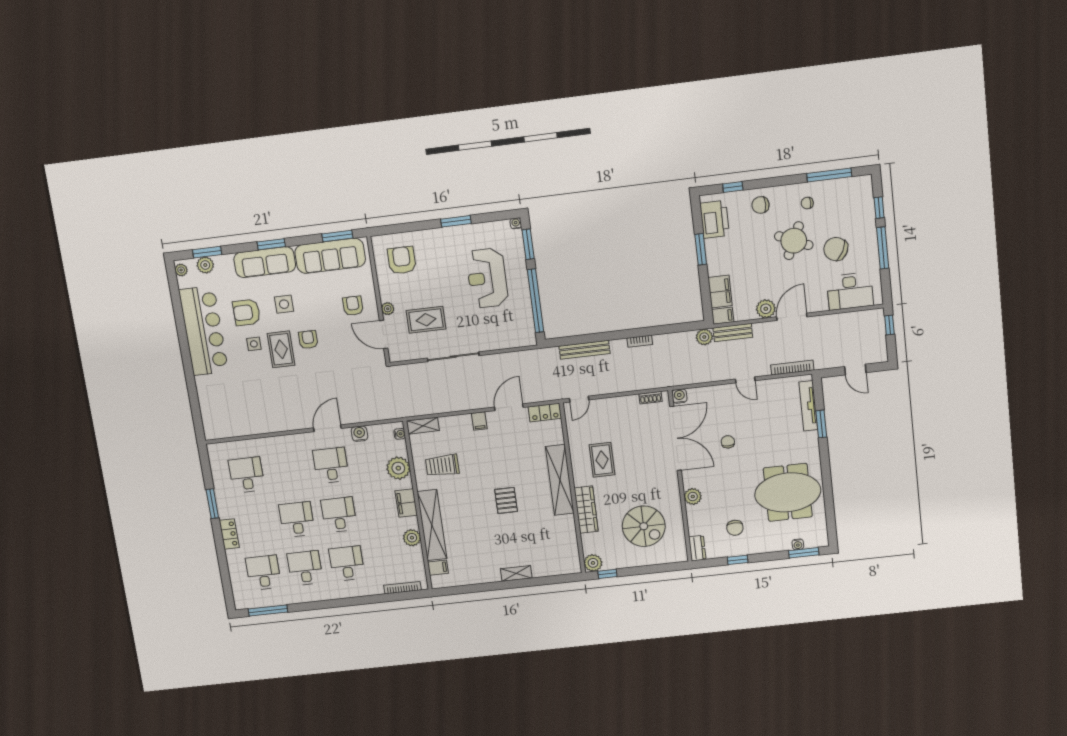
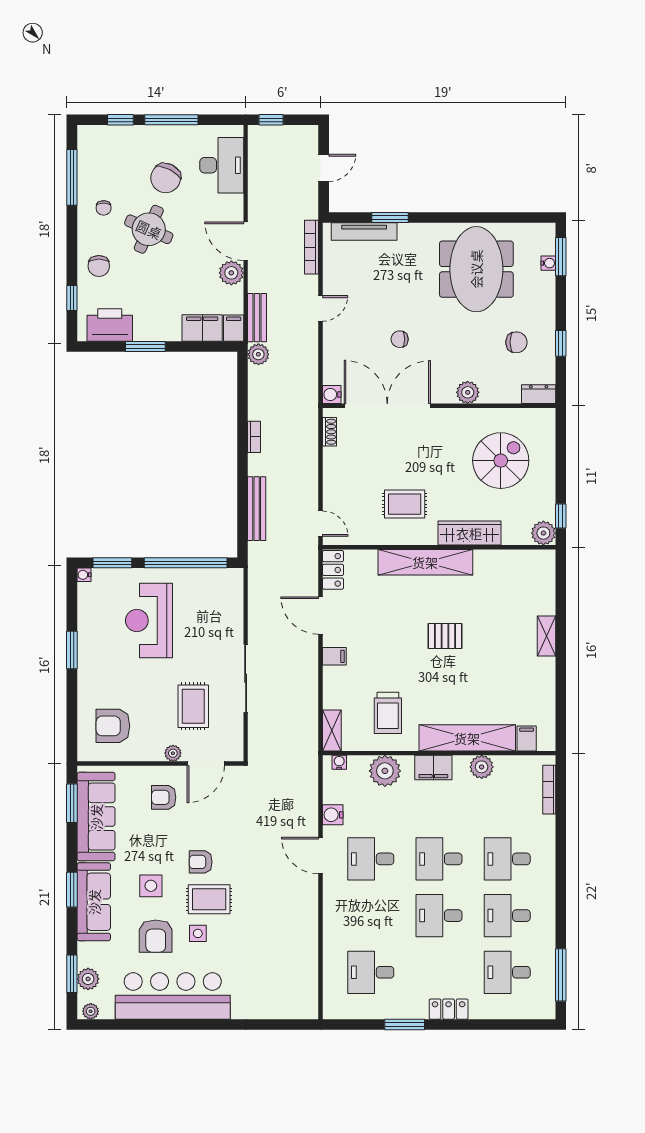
reception desk: (487, 278) -> (149, 621), turned 90

